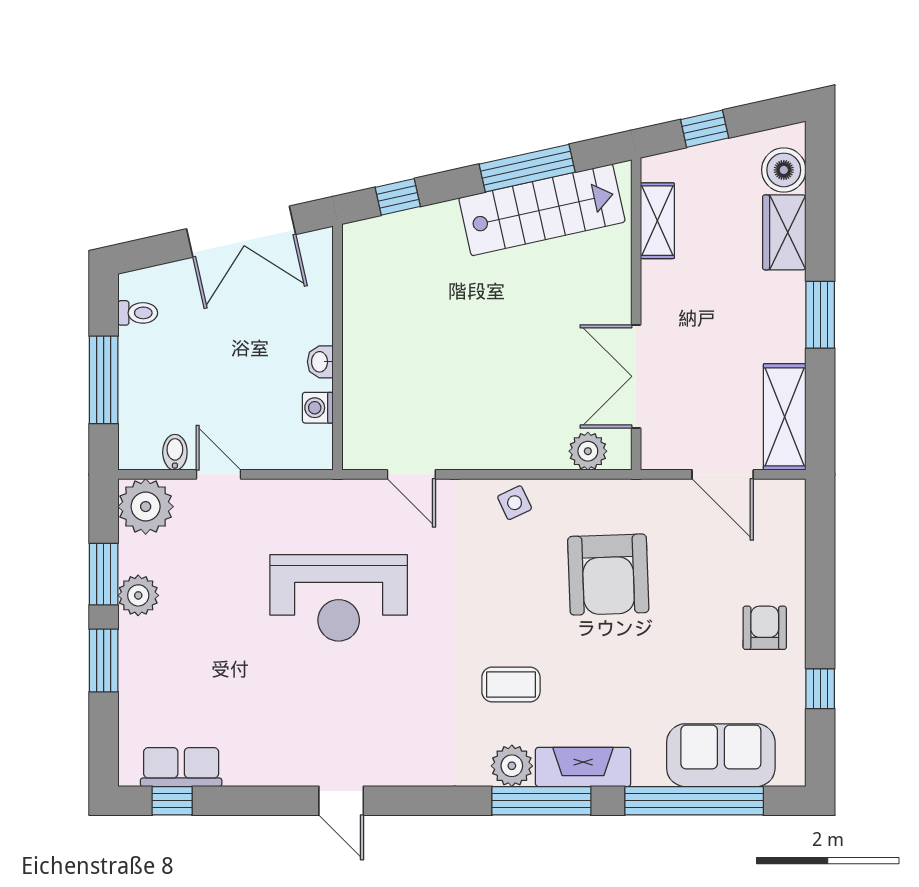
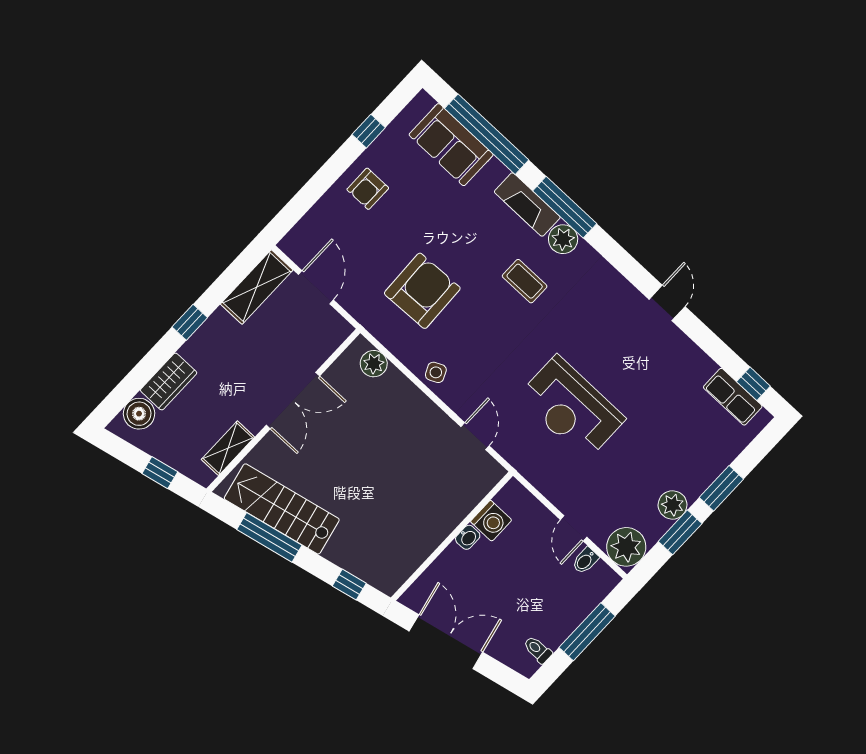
window: (820, 315) -> (190, 322), width x0.67
double door: (636, 376) -> (293, 401), moved
washing machine: (318, 408) -> (491, 521), width x1.38, depth x1.38
reception desk: (339, 598) -> (571, 408), turned 180

